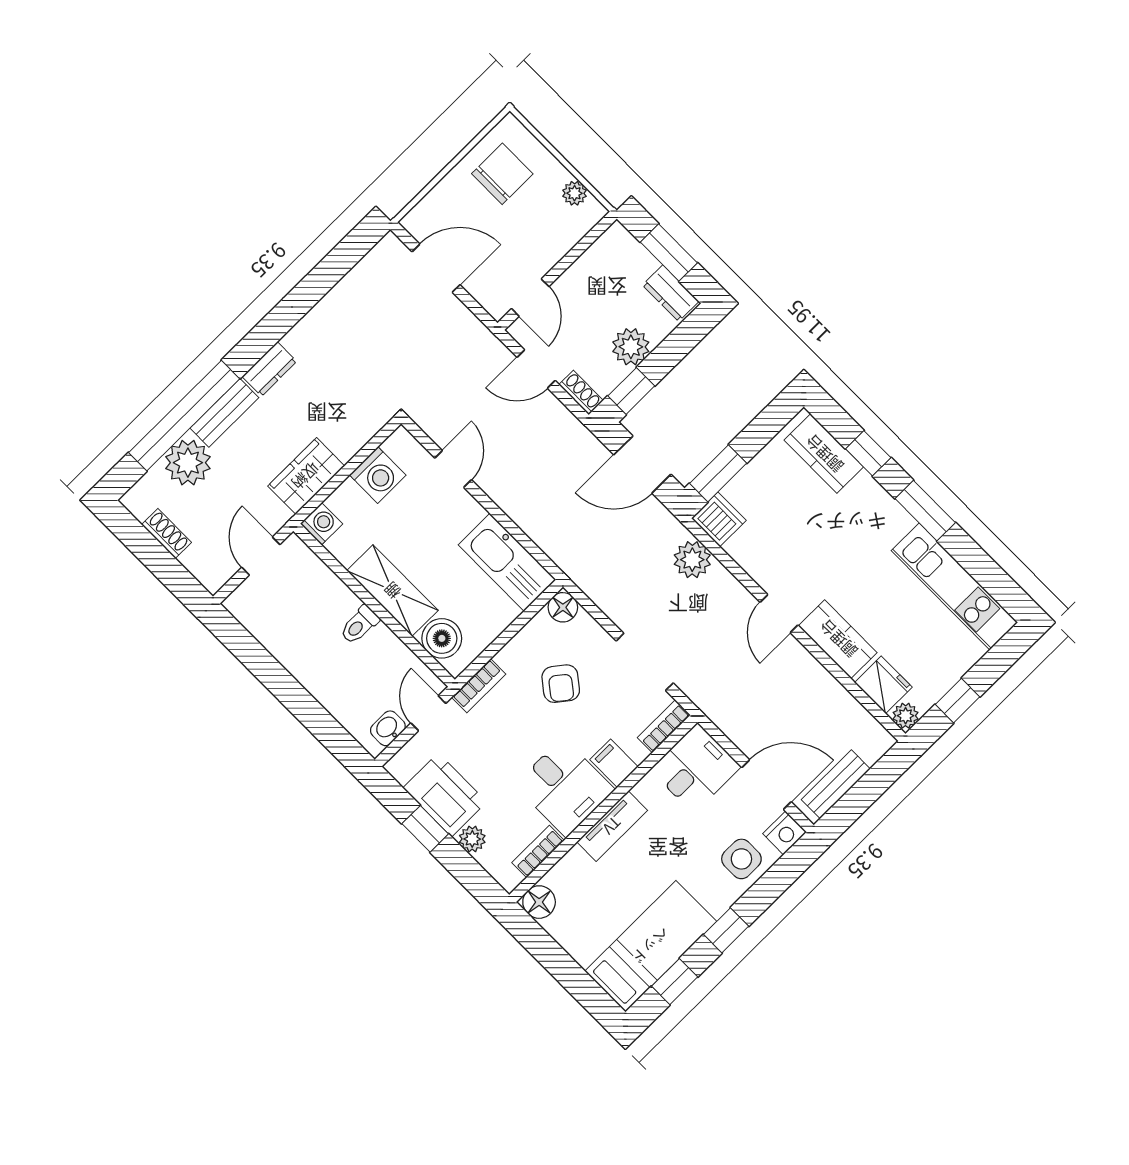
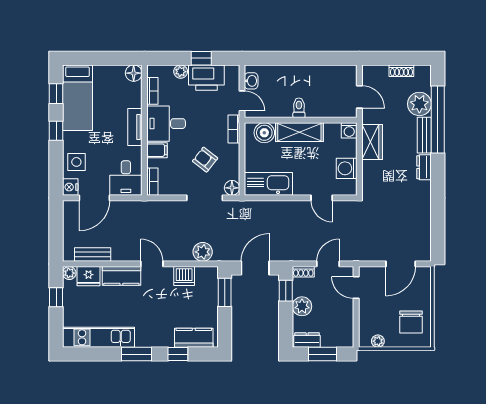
dishwasher: (719, 519) -> (184, 276), moved
doorway: (645, 662) -> (205, 198), moved
bench: (836, 784) -> (93, 255), moved, turned 90

